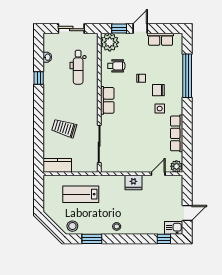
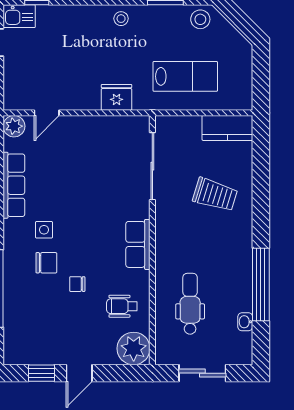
window: (119, 29) -> (42, 373), moved
row of seats: (161, 39) -> (42, 354), removed
window: (39, 78) -> (261, 284), width x3.17
fridge: (133, 182) -> (117, 97), moved

